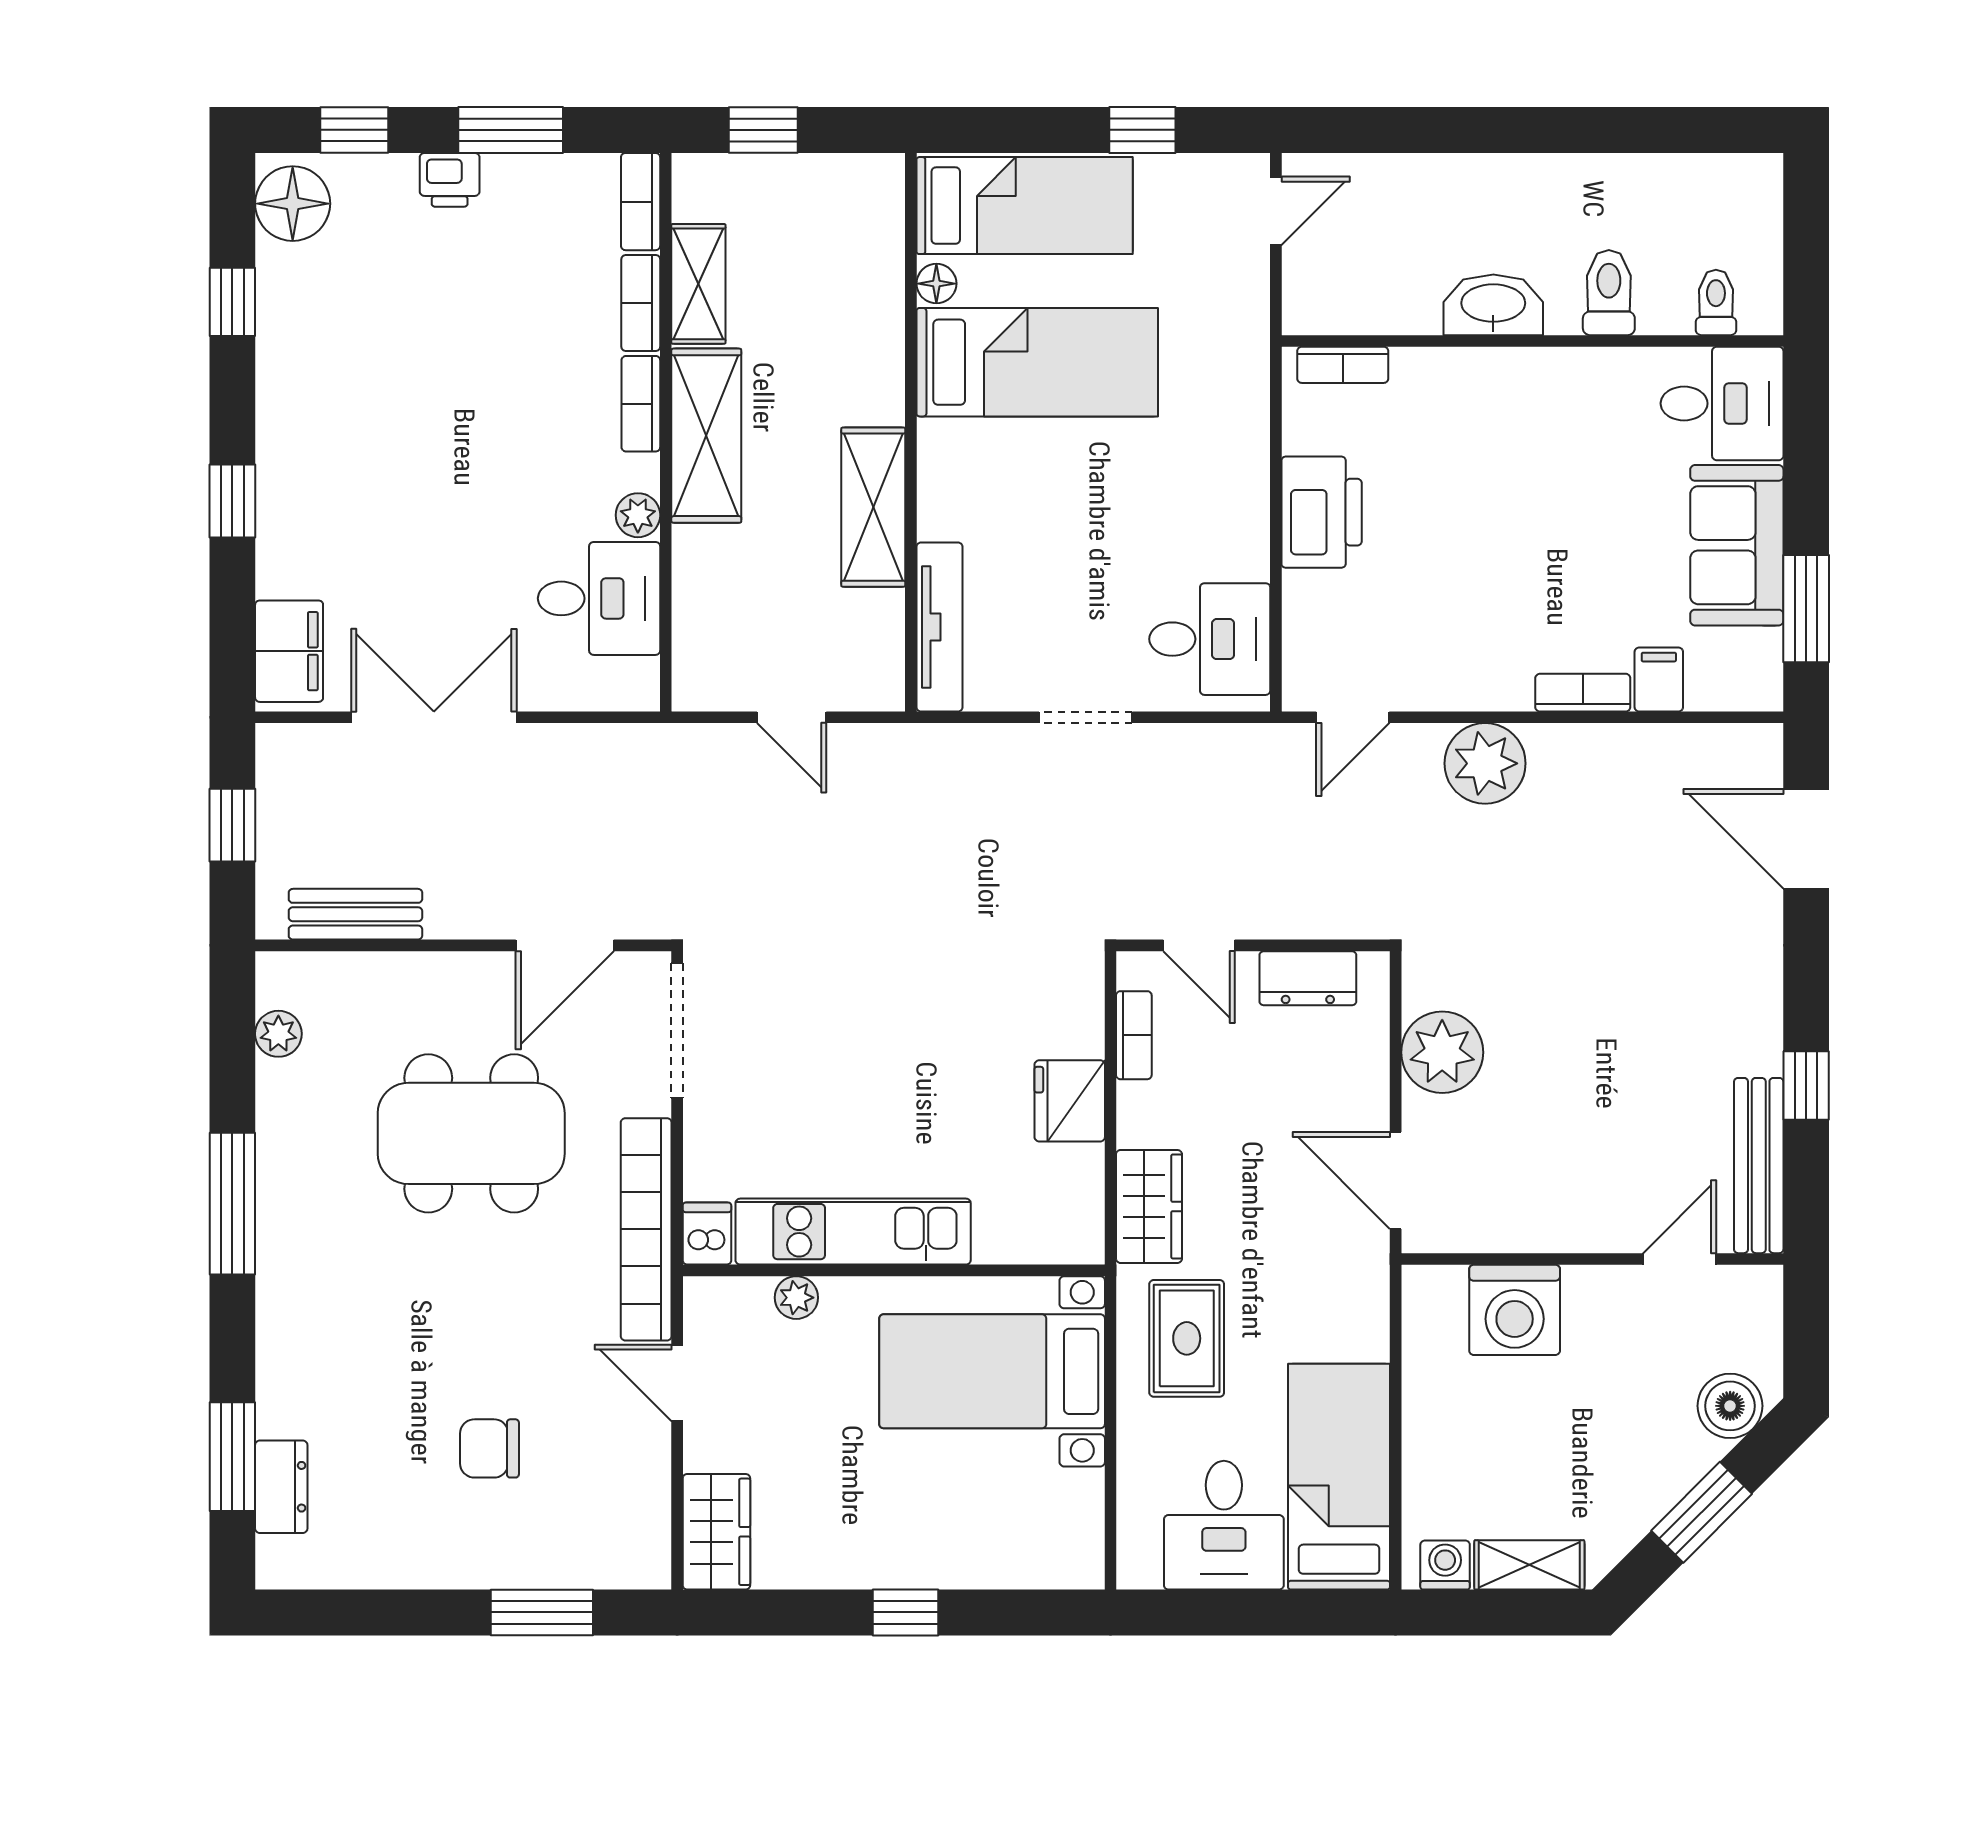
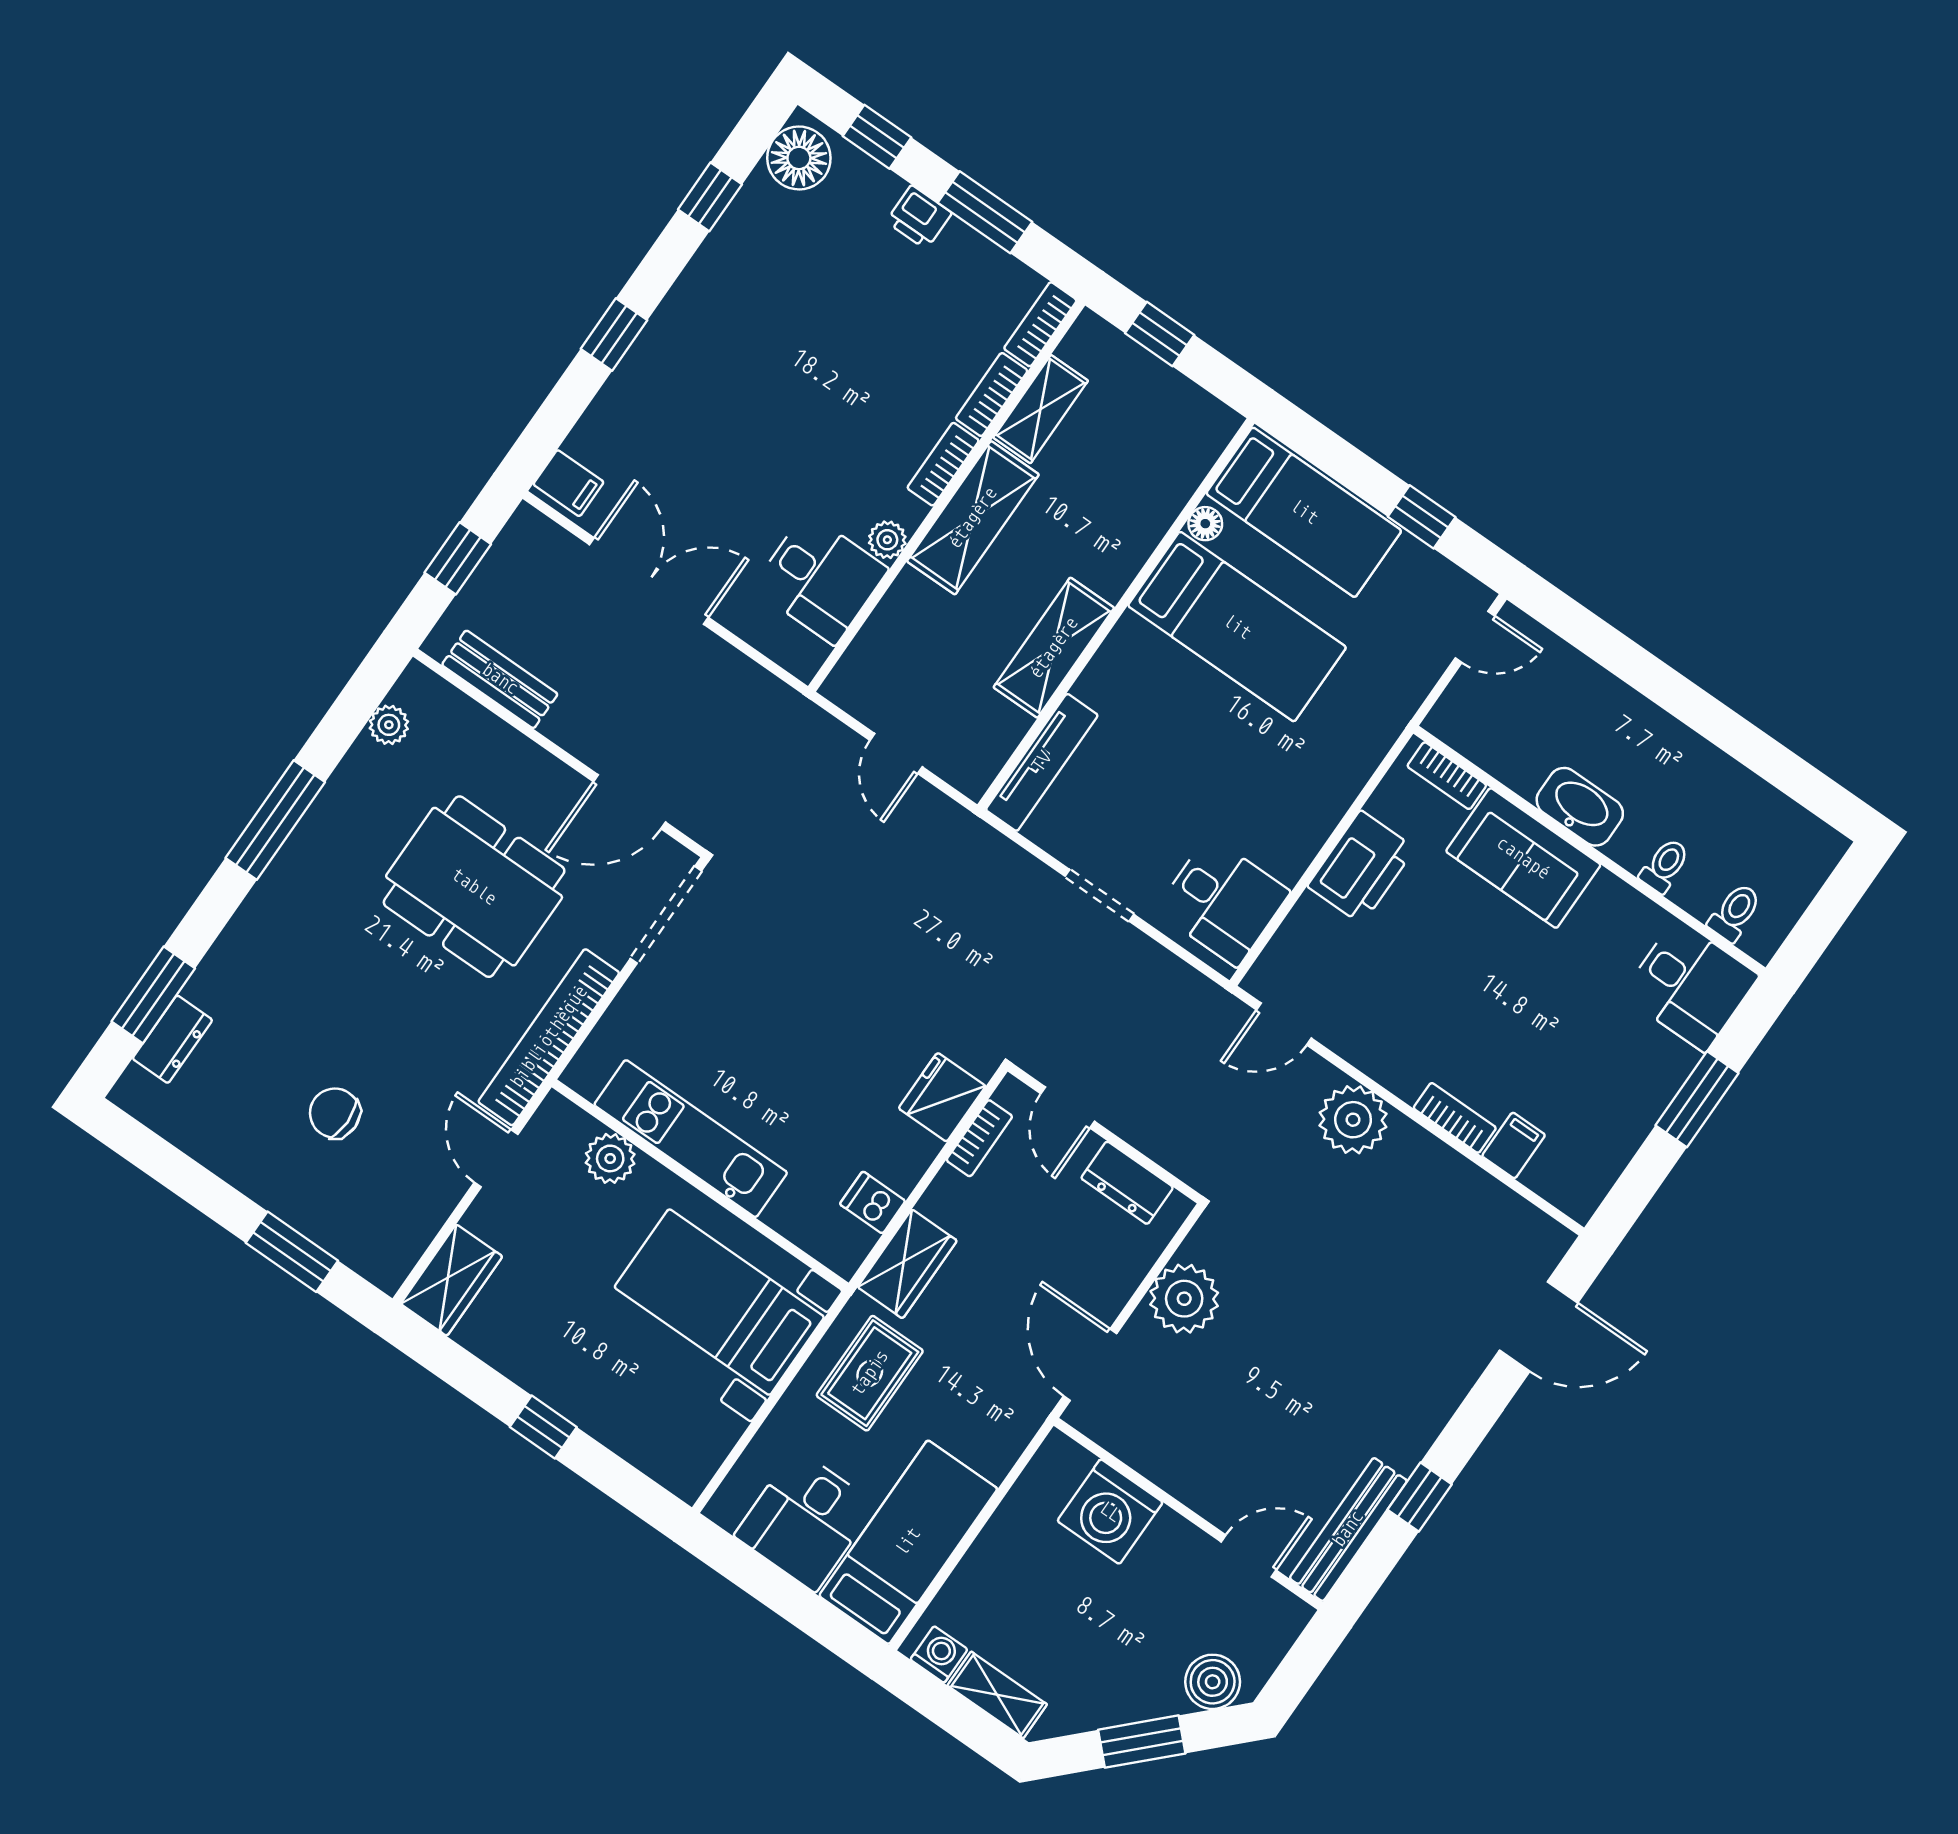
toilet: (1609, 293) -> (1665, 866), width x0.73, depth x0.72
sofa: (1737, 545) -> (1523, 858), moved, turned -90
window: (1806, 609) -> (1697, 1099), moved
filing cabinet: (289, 651) -> (568, 483), width x0.50
door: (1806, 839) -> (1539, 1327), swing flipped
fridge: (1070, 1101) -> (942, 1097), moved
dishwasher: (707, 1234) -> (873, 1203), moved, turned -90
plant: (796, 1298) -> (610, 1158), width x1.38, depth x1.38

